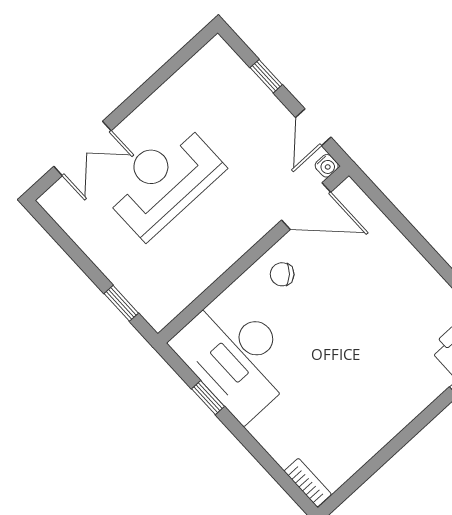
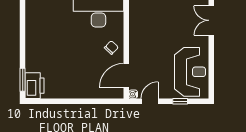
door: (313, 127) -> (150, 101), hinge flipped
reception desk: (163, 180) -> (190, 72), moved

